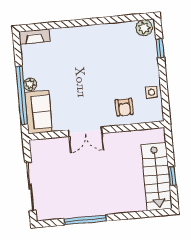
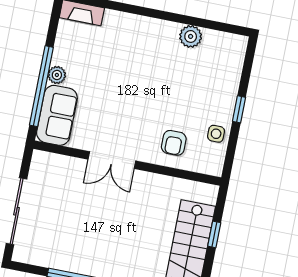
plant: (144, 28) -> (191, 36), moved
window: (160, 48) -> (239, 109), moved
window: (172, 176) -> (214, 234), moved

